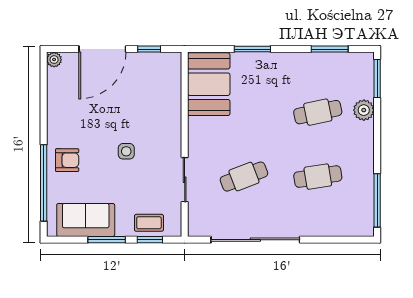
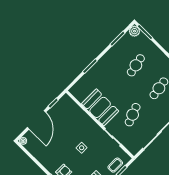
booth: (209, 84) -> (100, 107), moved
plant: (364, 110) -> (134, 31), moved

